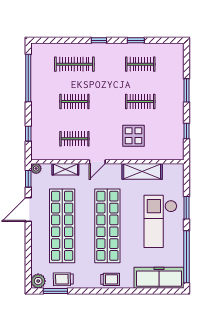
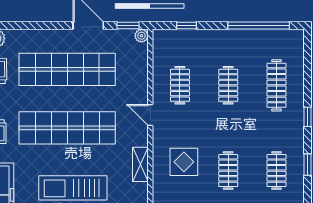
shelving: (65, 169) -> (140, 74), removed
shelving: (142, 171) -> (140, 164), width x0.67, depth x0.75

